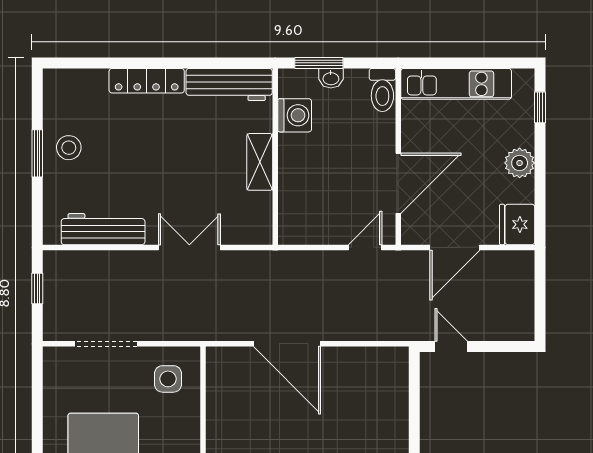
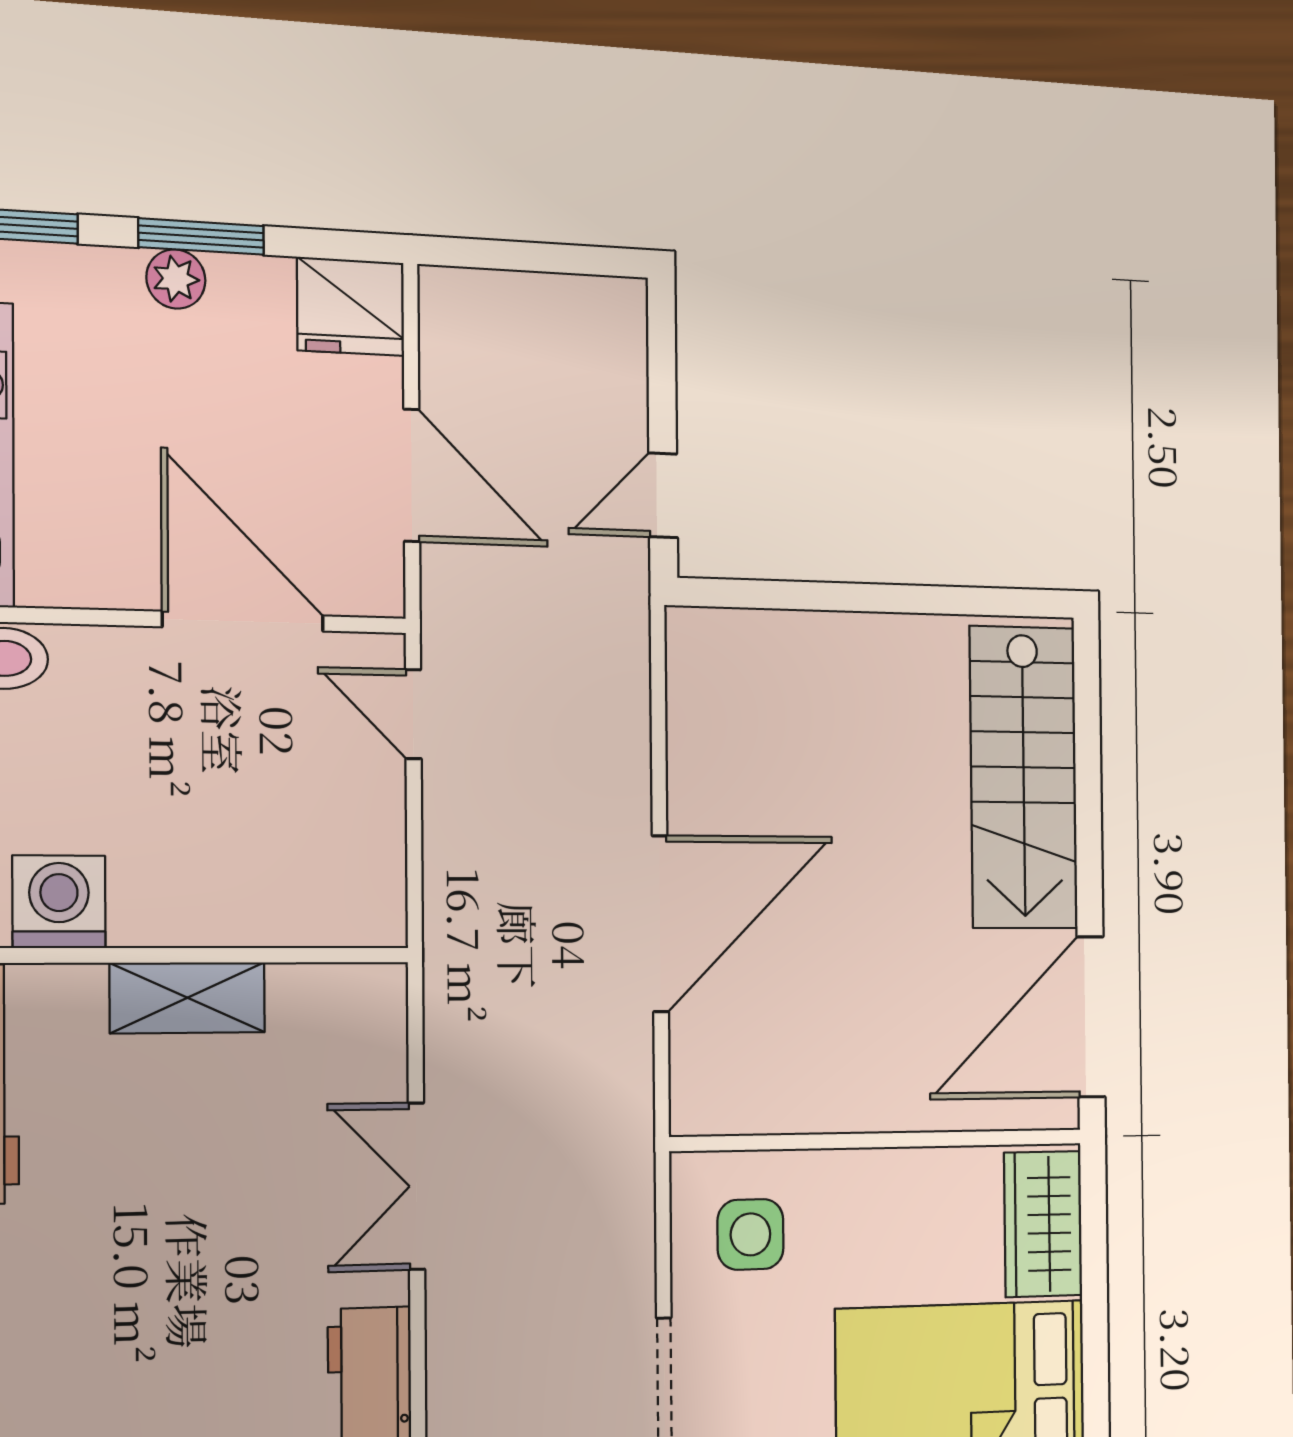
plant: (520, 163) -> (176, 279), width x0.73, depth x0.73
window: (540, 168) -> (201, 237), added

